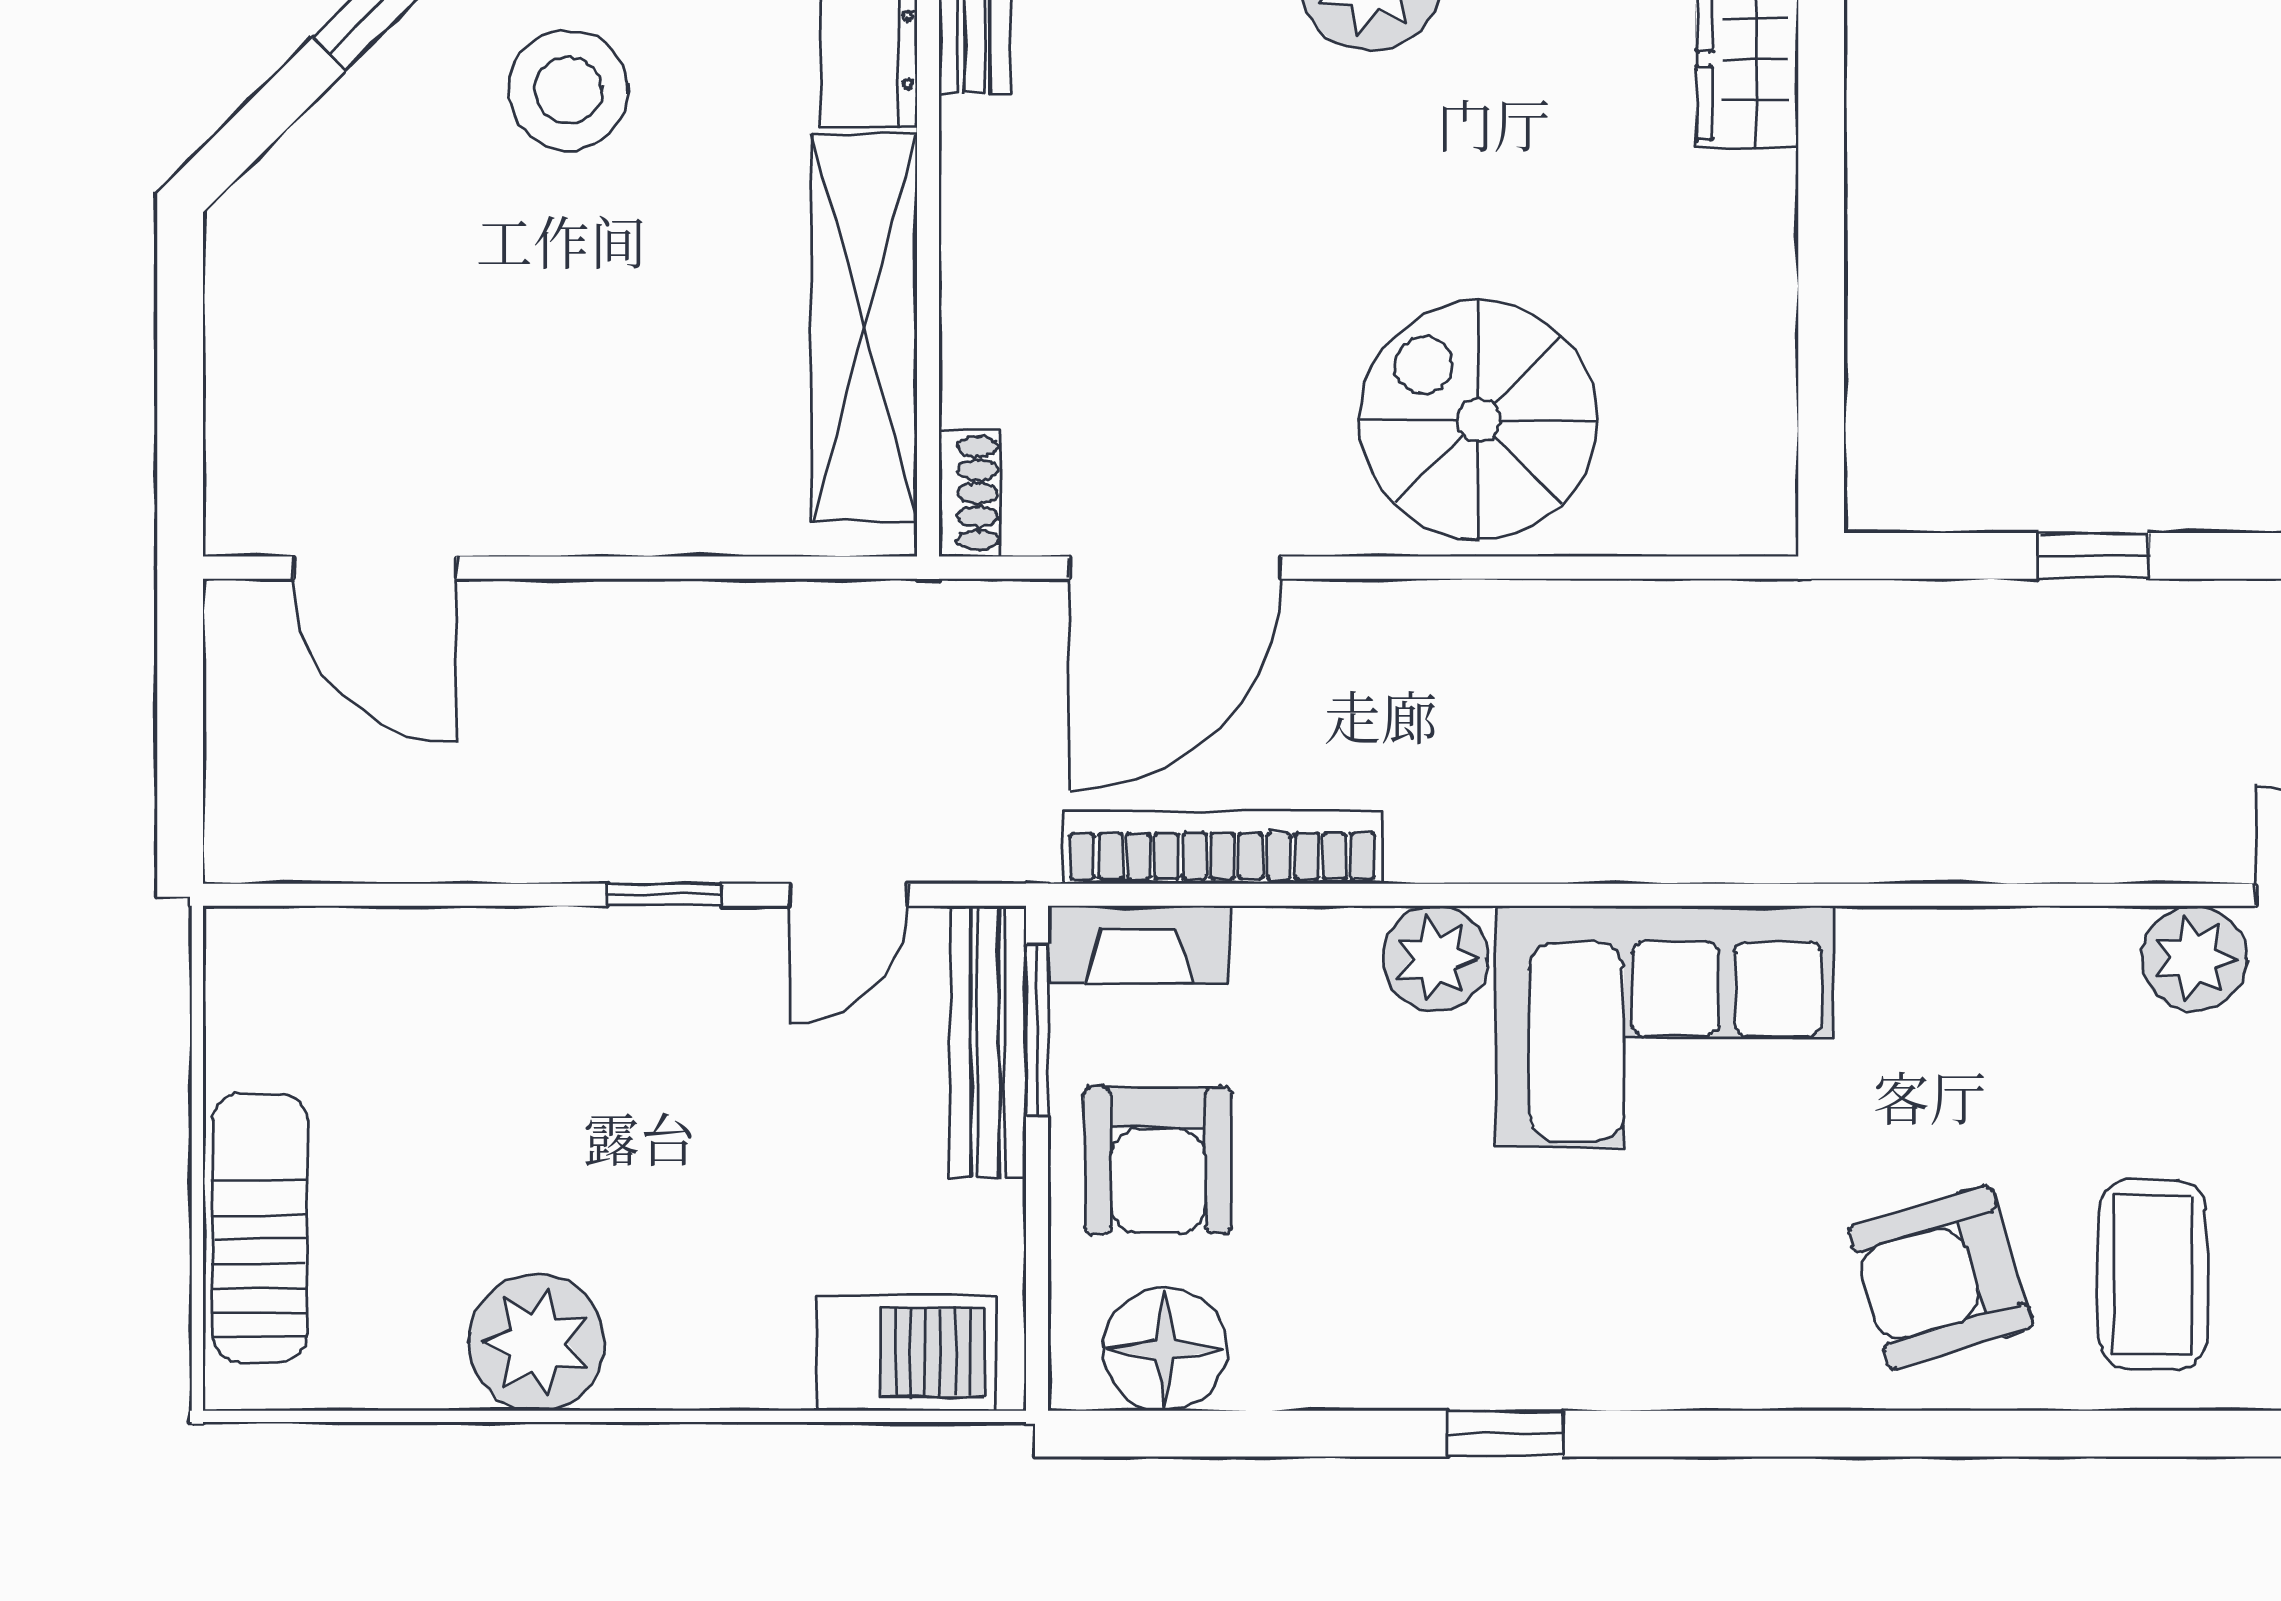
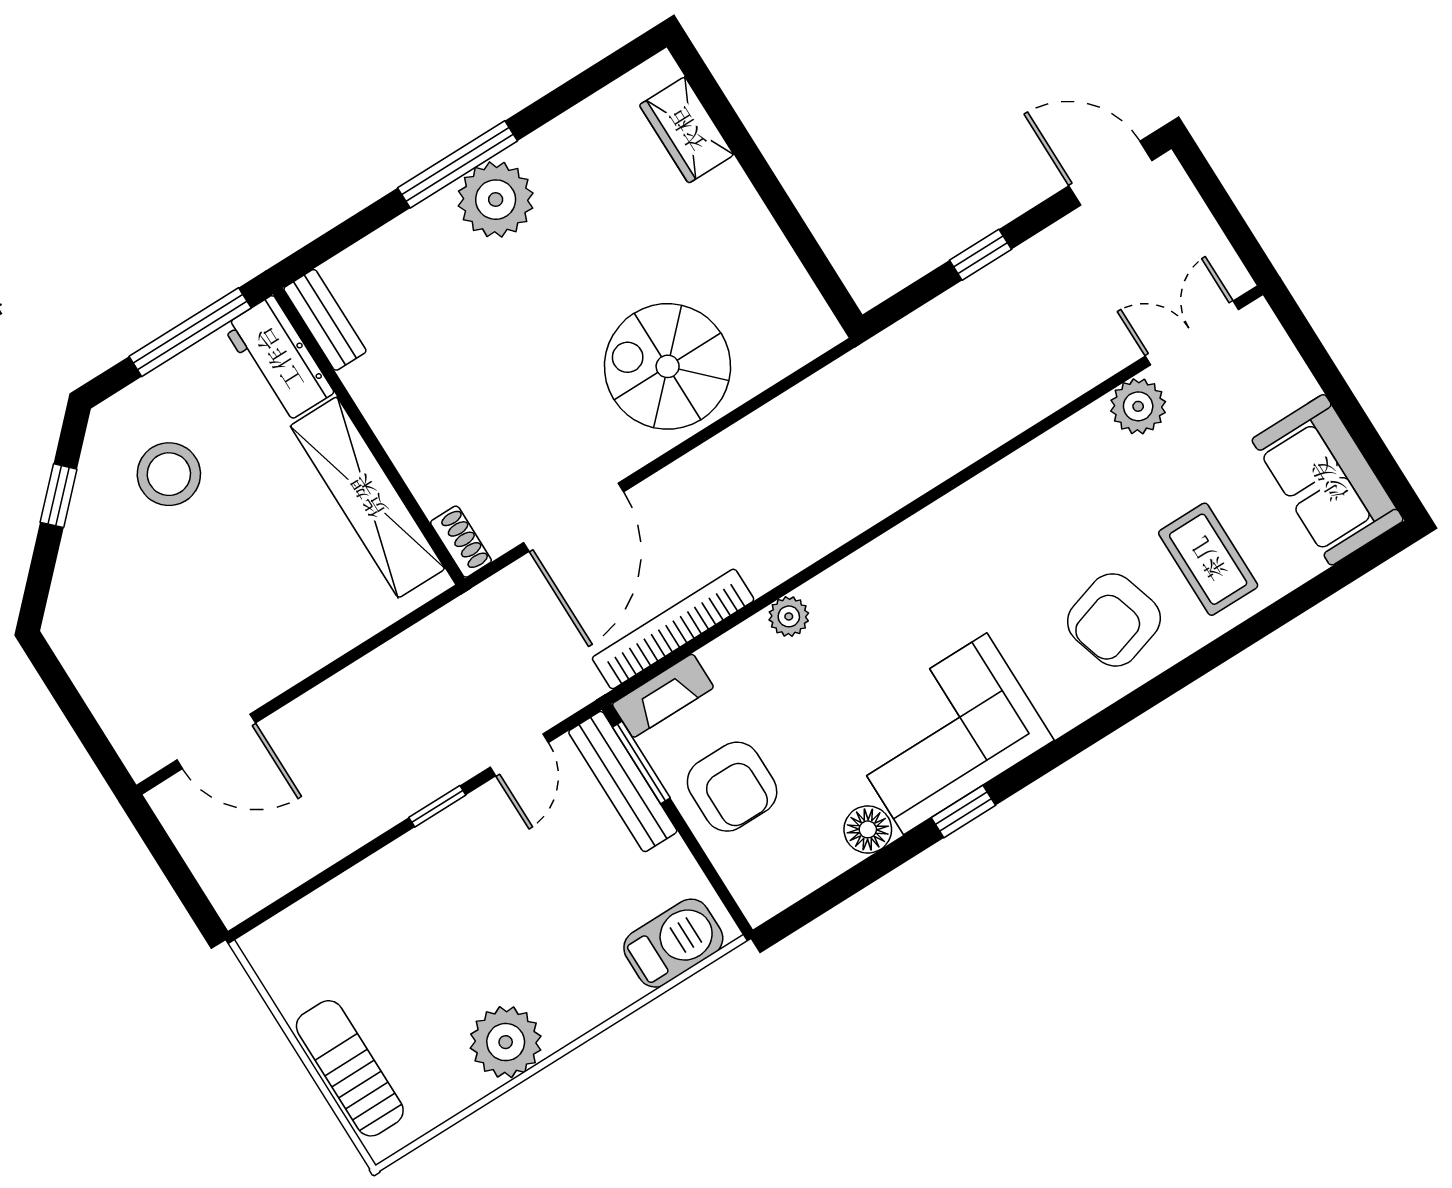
plant: (1435, 958) -> (789, 616), width x0.73, depth x0.73
corner sofa: (1664, 1026) -> (945, 734), moved, turned 180
floor lamp: (1165, 1349) -> (868, 829), moved, width x0.73, depth x0.73

